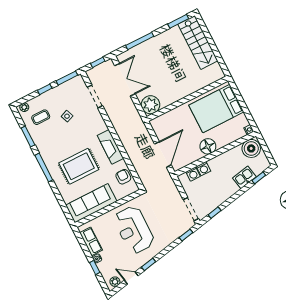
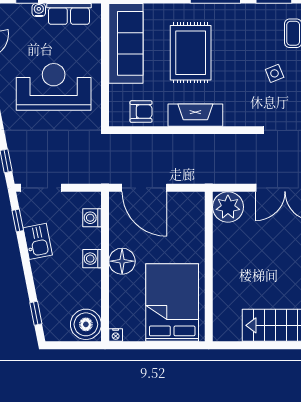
washing machine: (203, 169) -> (92, 259), moved
kitchen sink: (244, 177) -> (38, 241), moved

